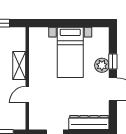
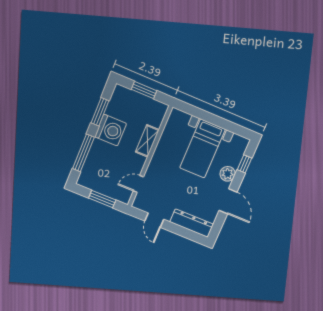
window: (113, 61) -> (245, 164), moved
door: (27, 95) -> (138, 184), moved

